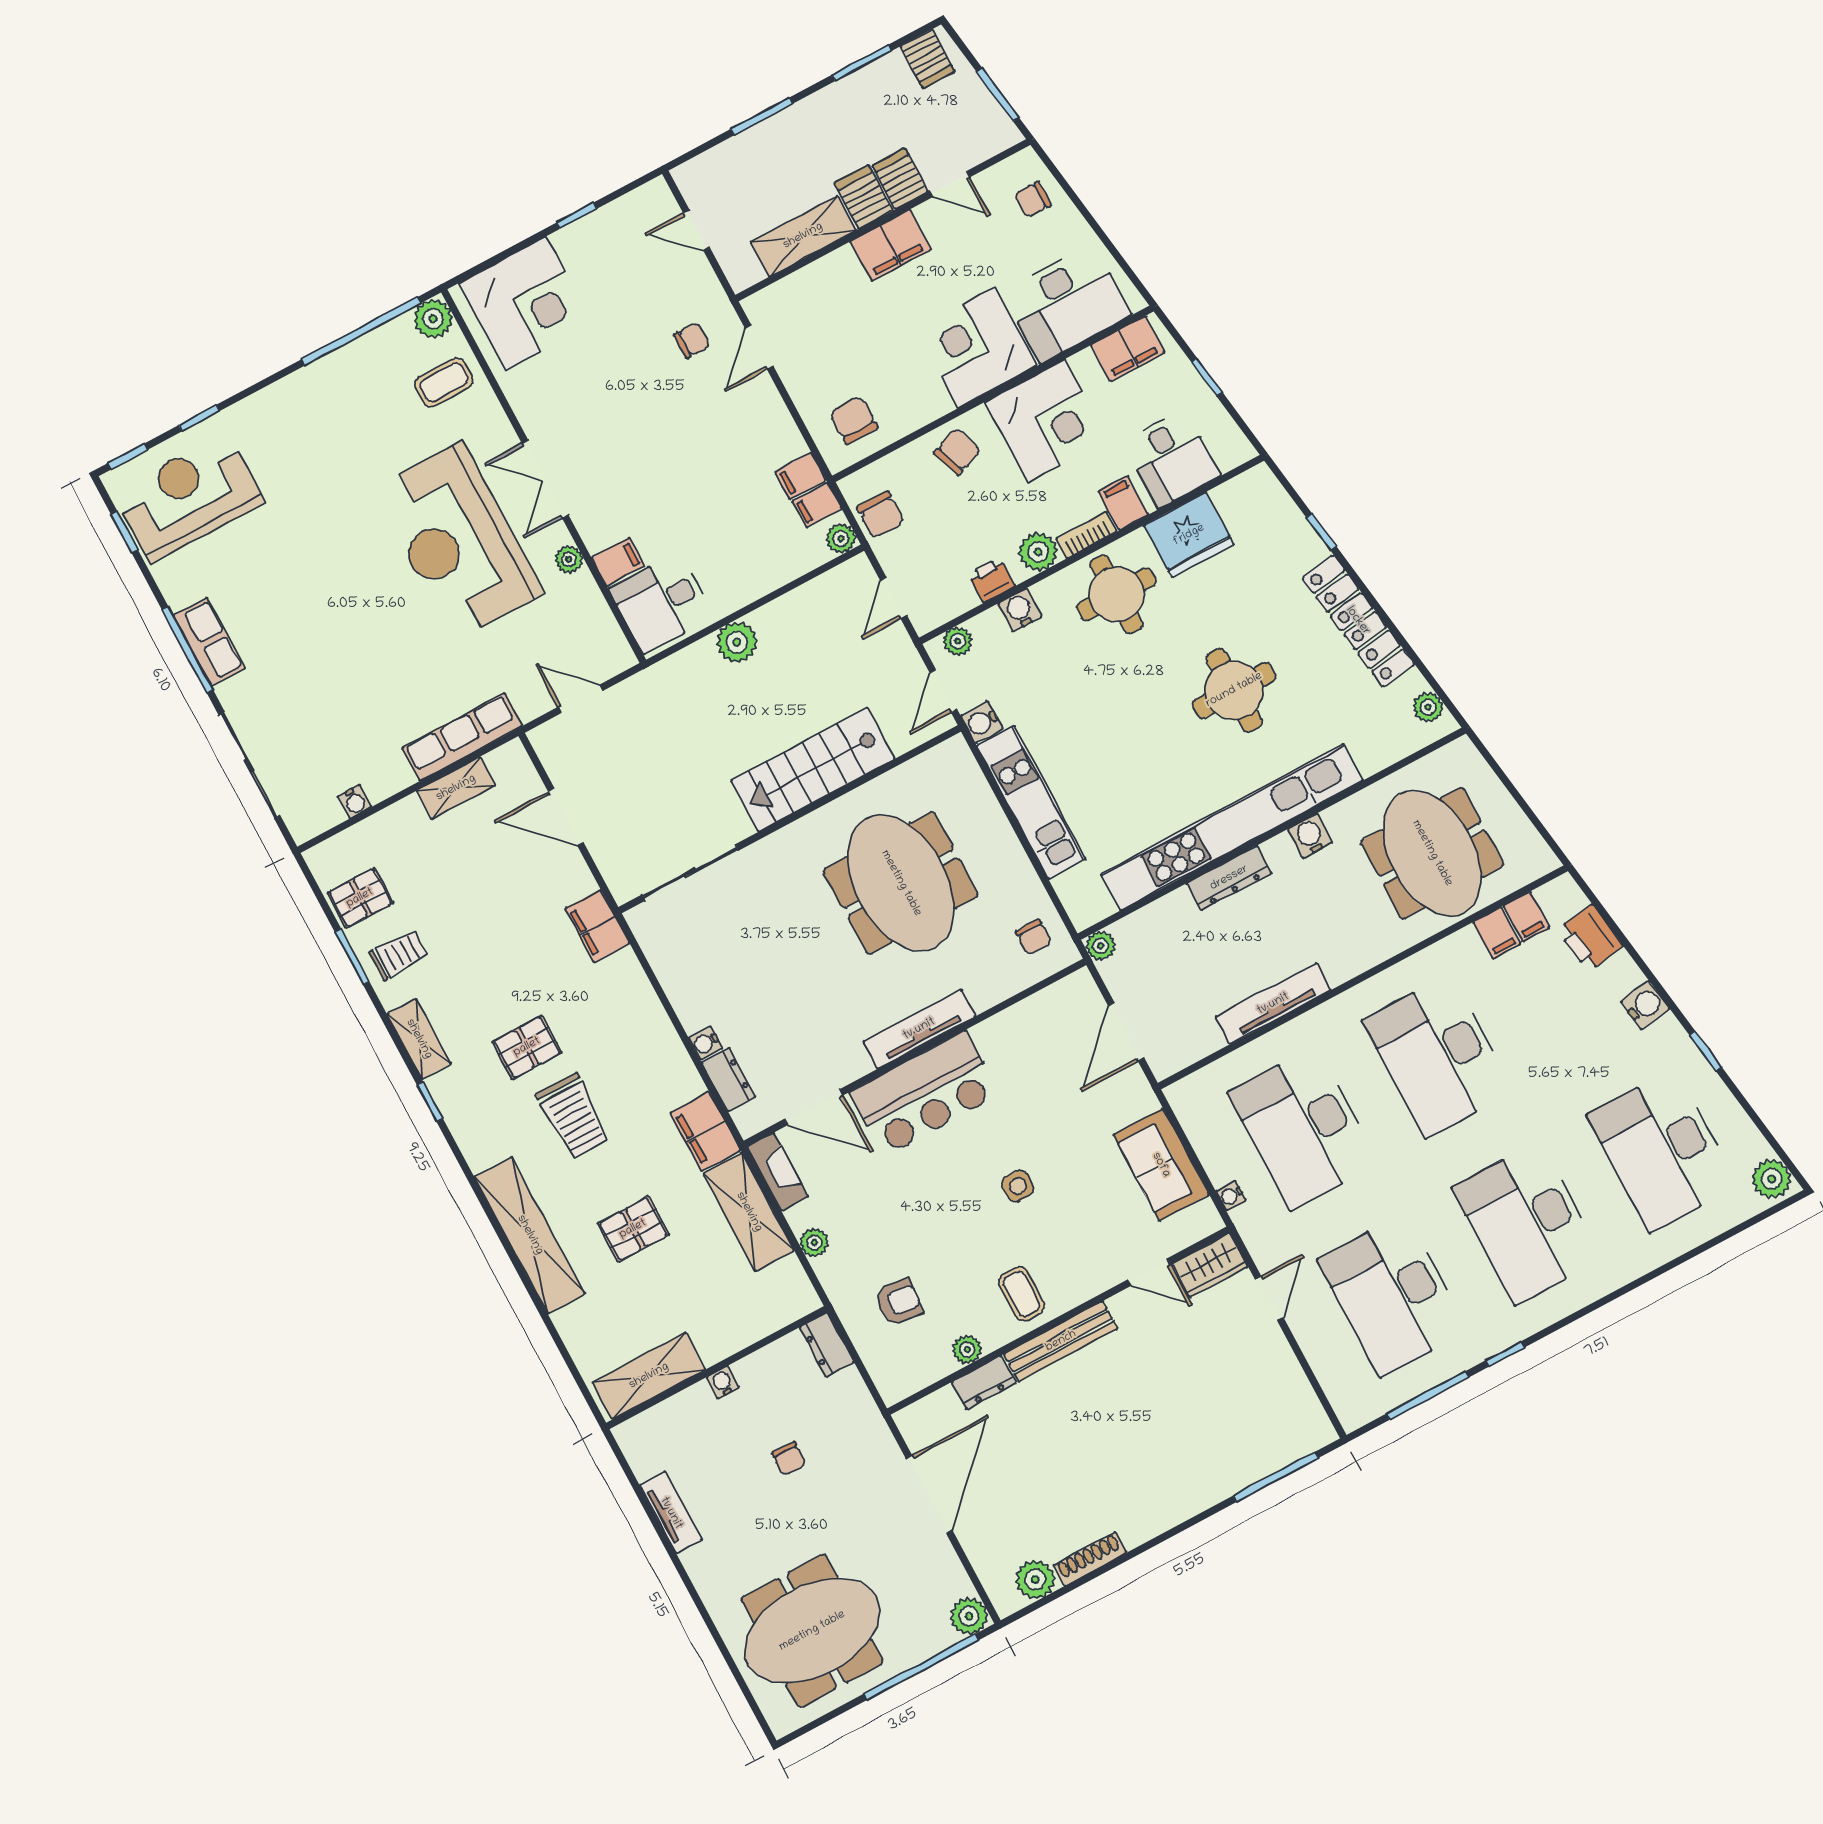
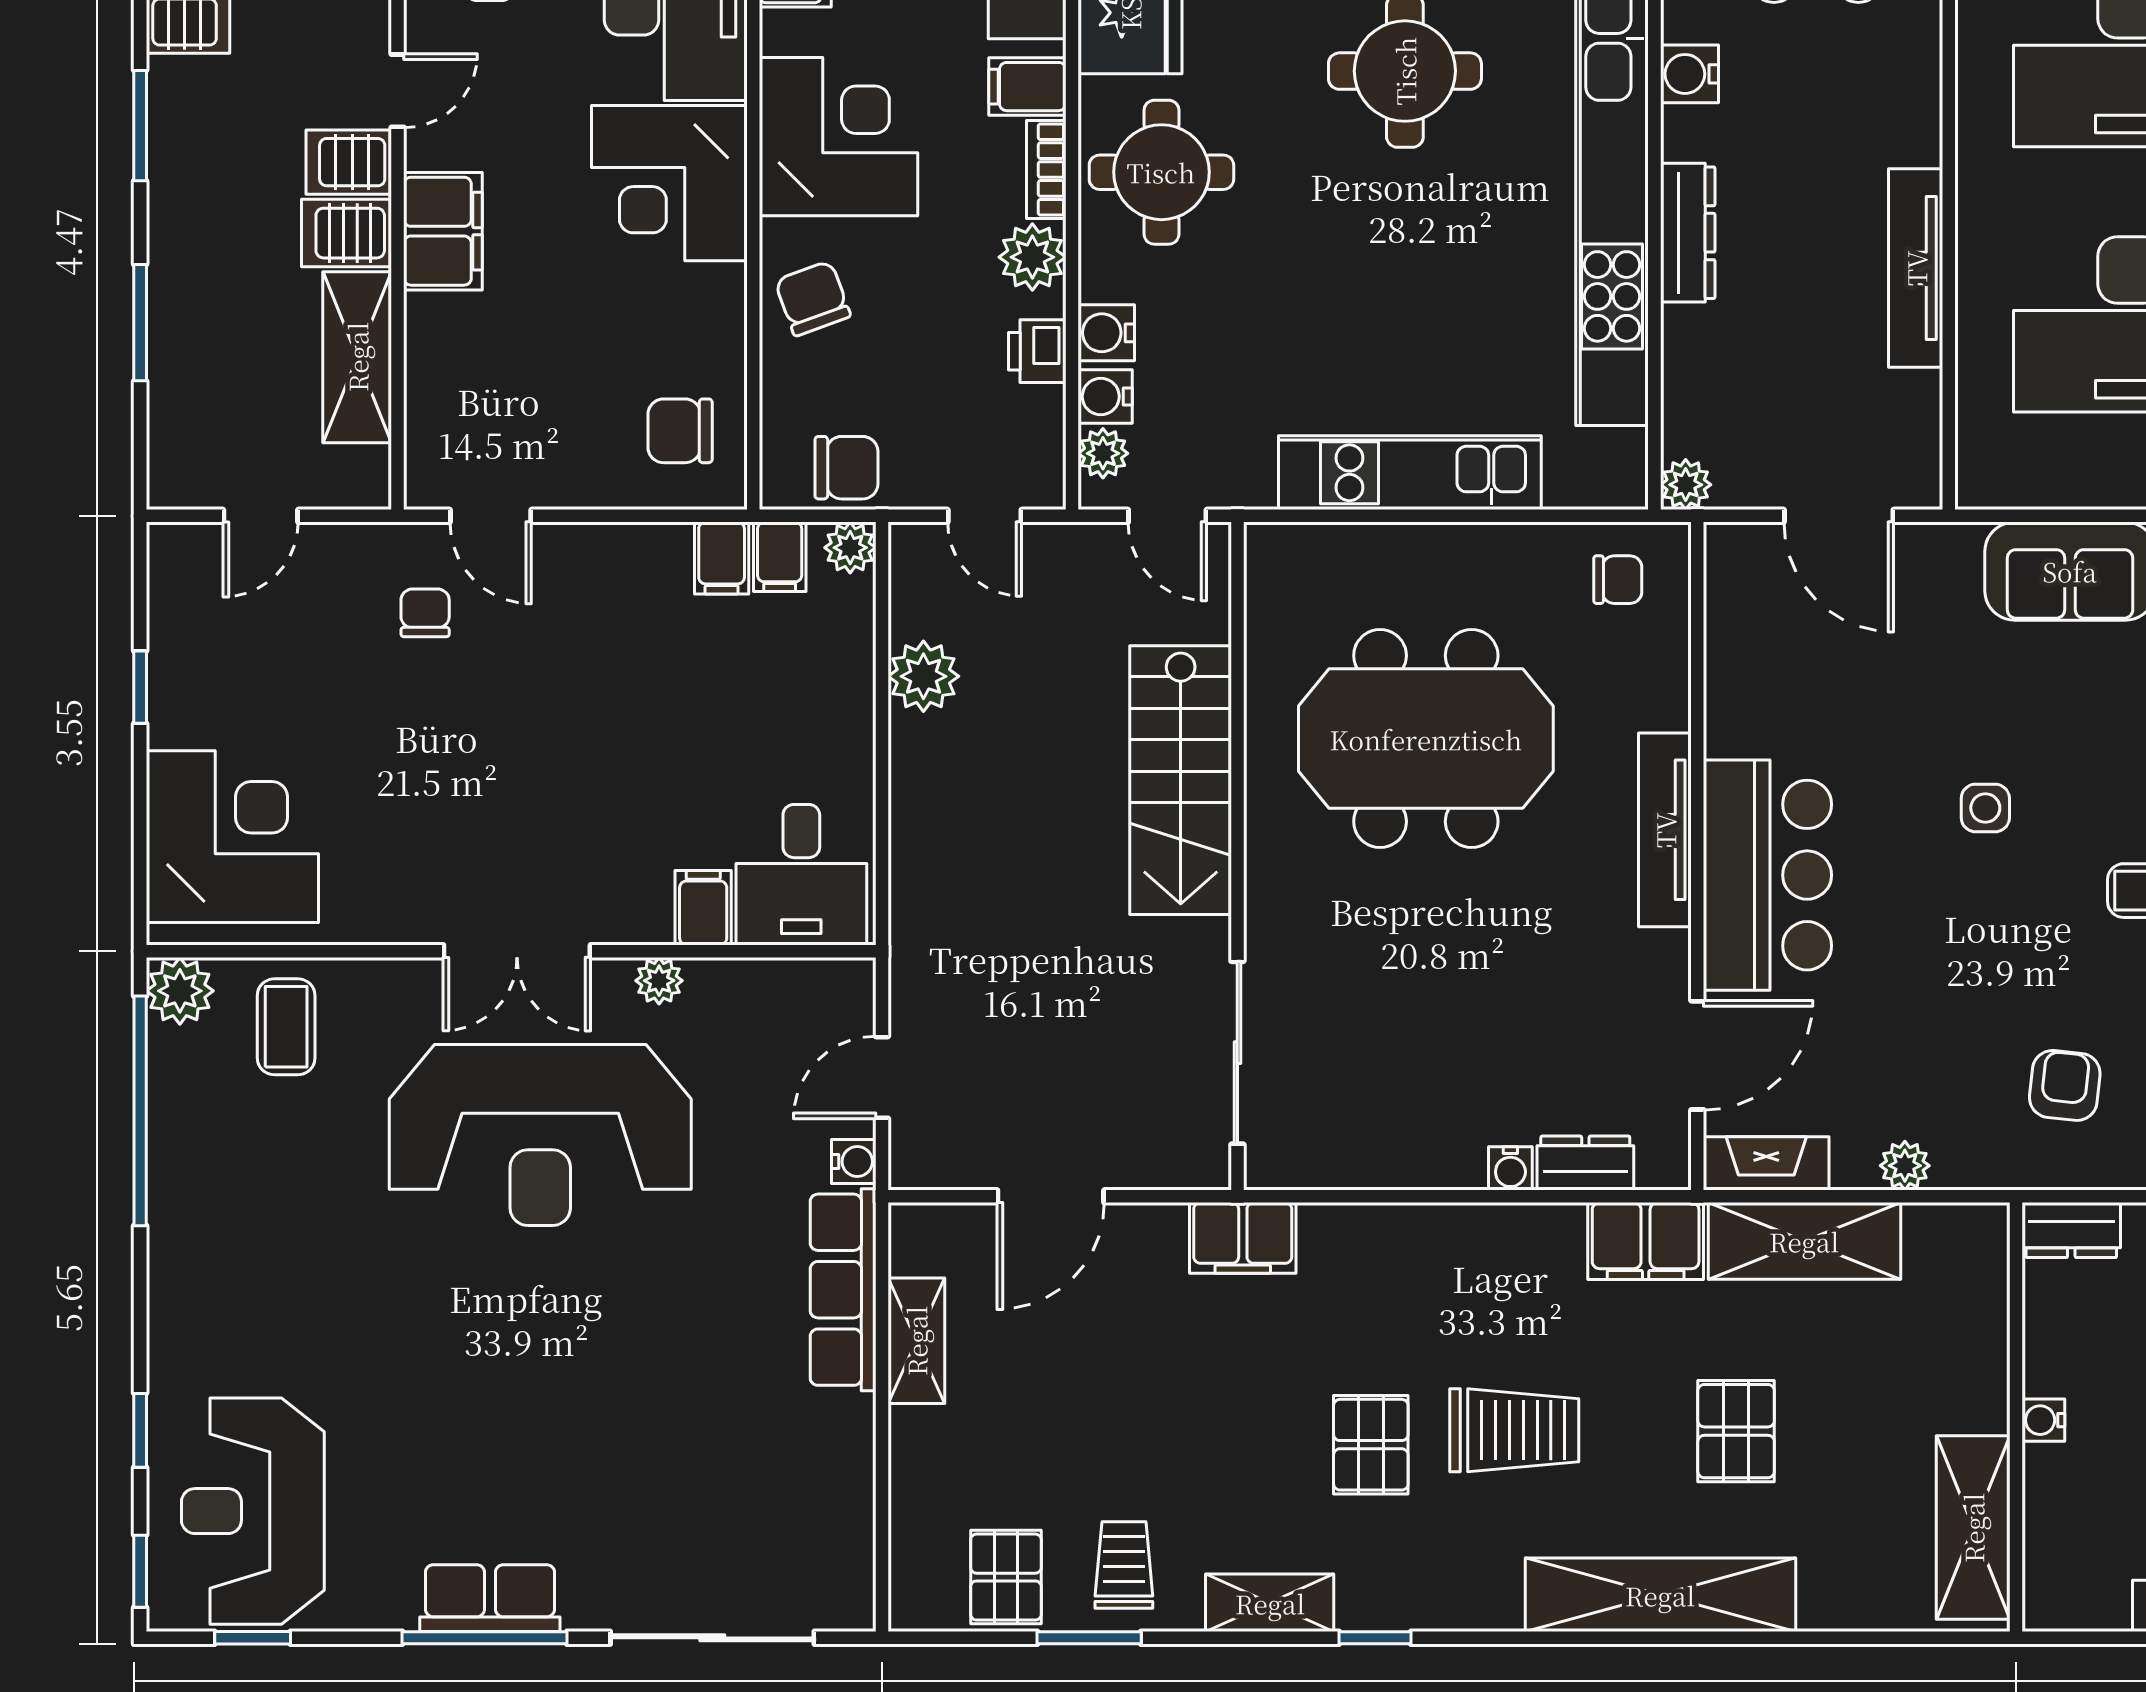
plant: (737, 642) -> (923, 676), moved
water cooler: (982, 722) -> (1105, 396), moved, turned 90
water cooler: (355, 801) -> (854, 1162), moved

